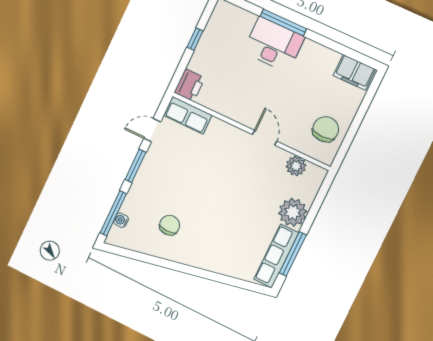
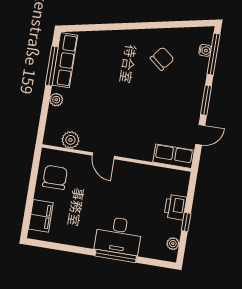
plant: (216, 19) -> (173, 244), added
filing cabinet: (354, 72) -> (41, 216), moved, turned 90
printer: (190, 85) -> (175, 207), moved
chair: (326, 129) -> (55, 177), turned 180
plant: (293, 212) -> (56, 100), width x0.53, depth x0.53
chair: (170, 225) -> (162, 59), turned -141

